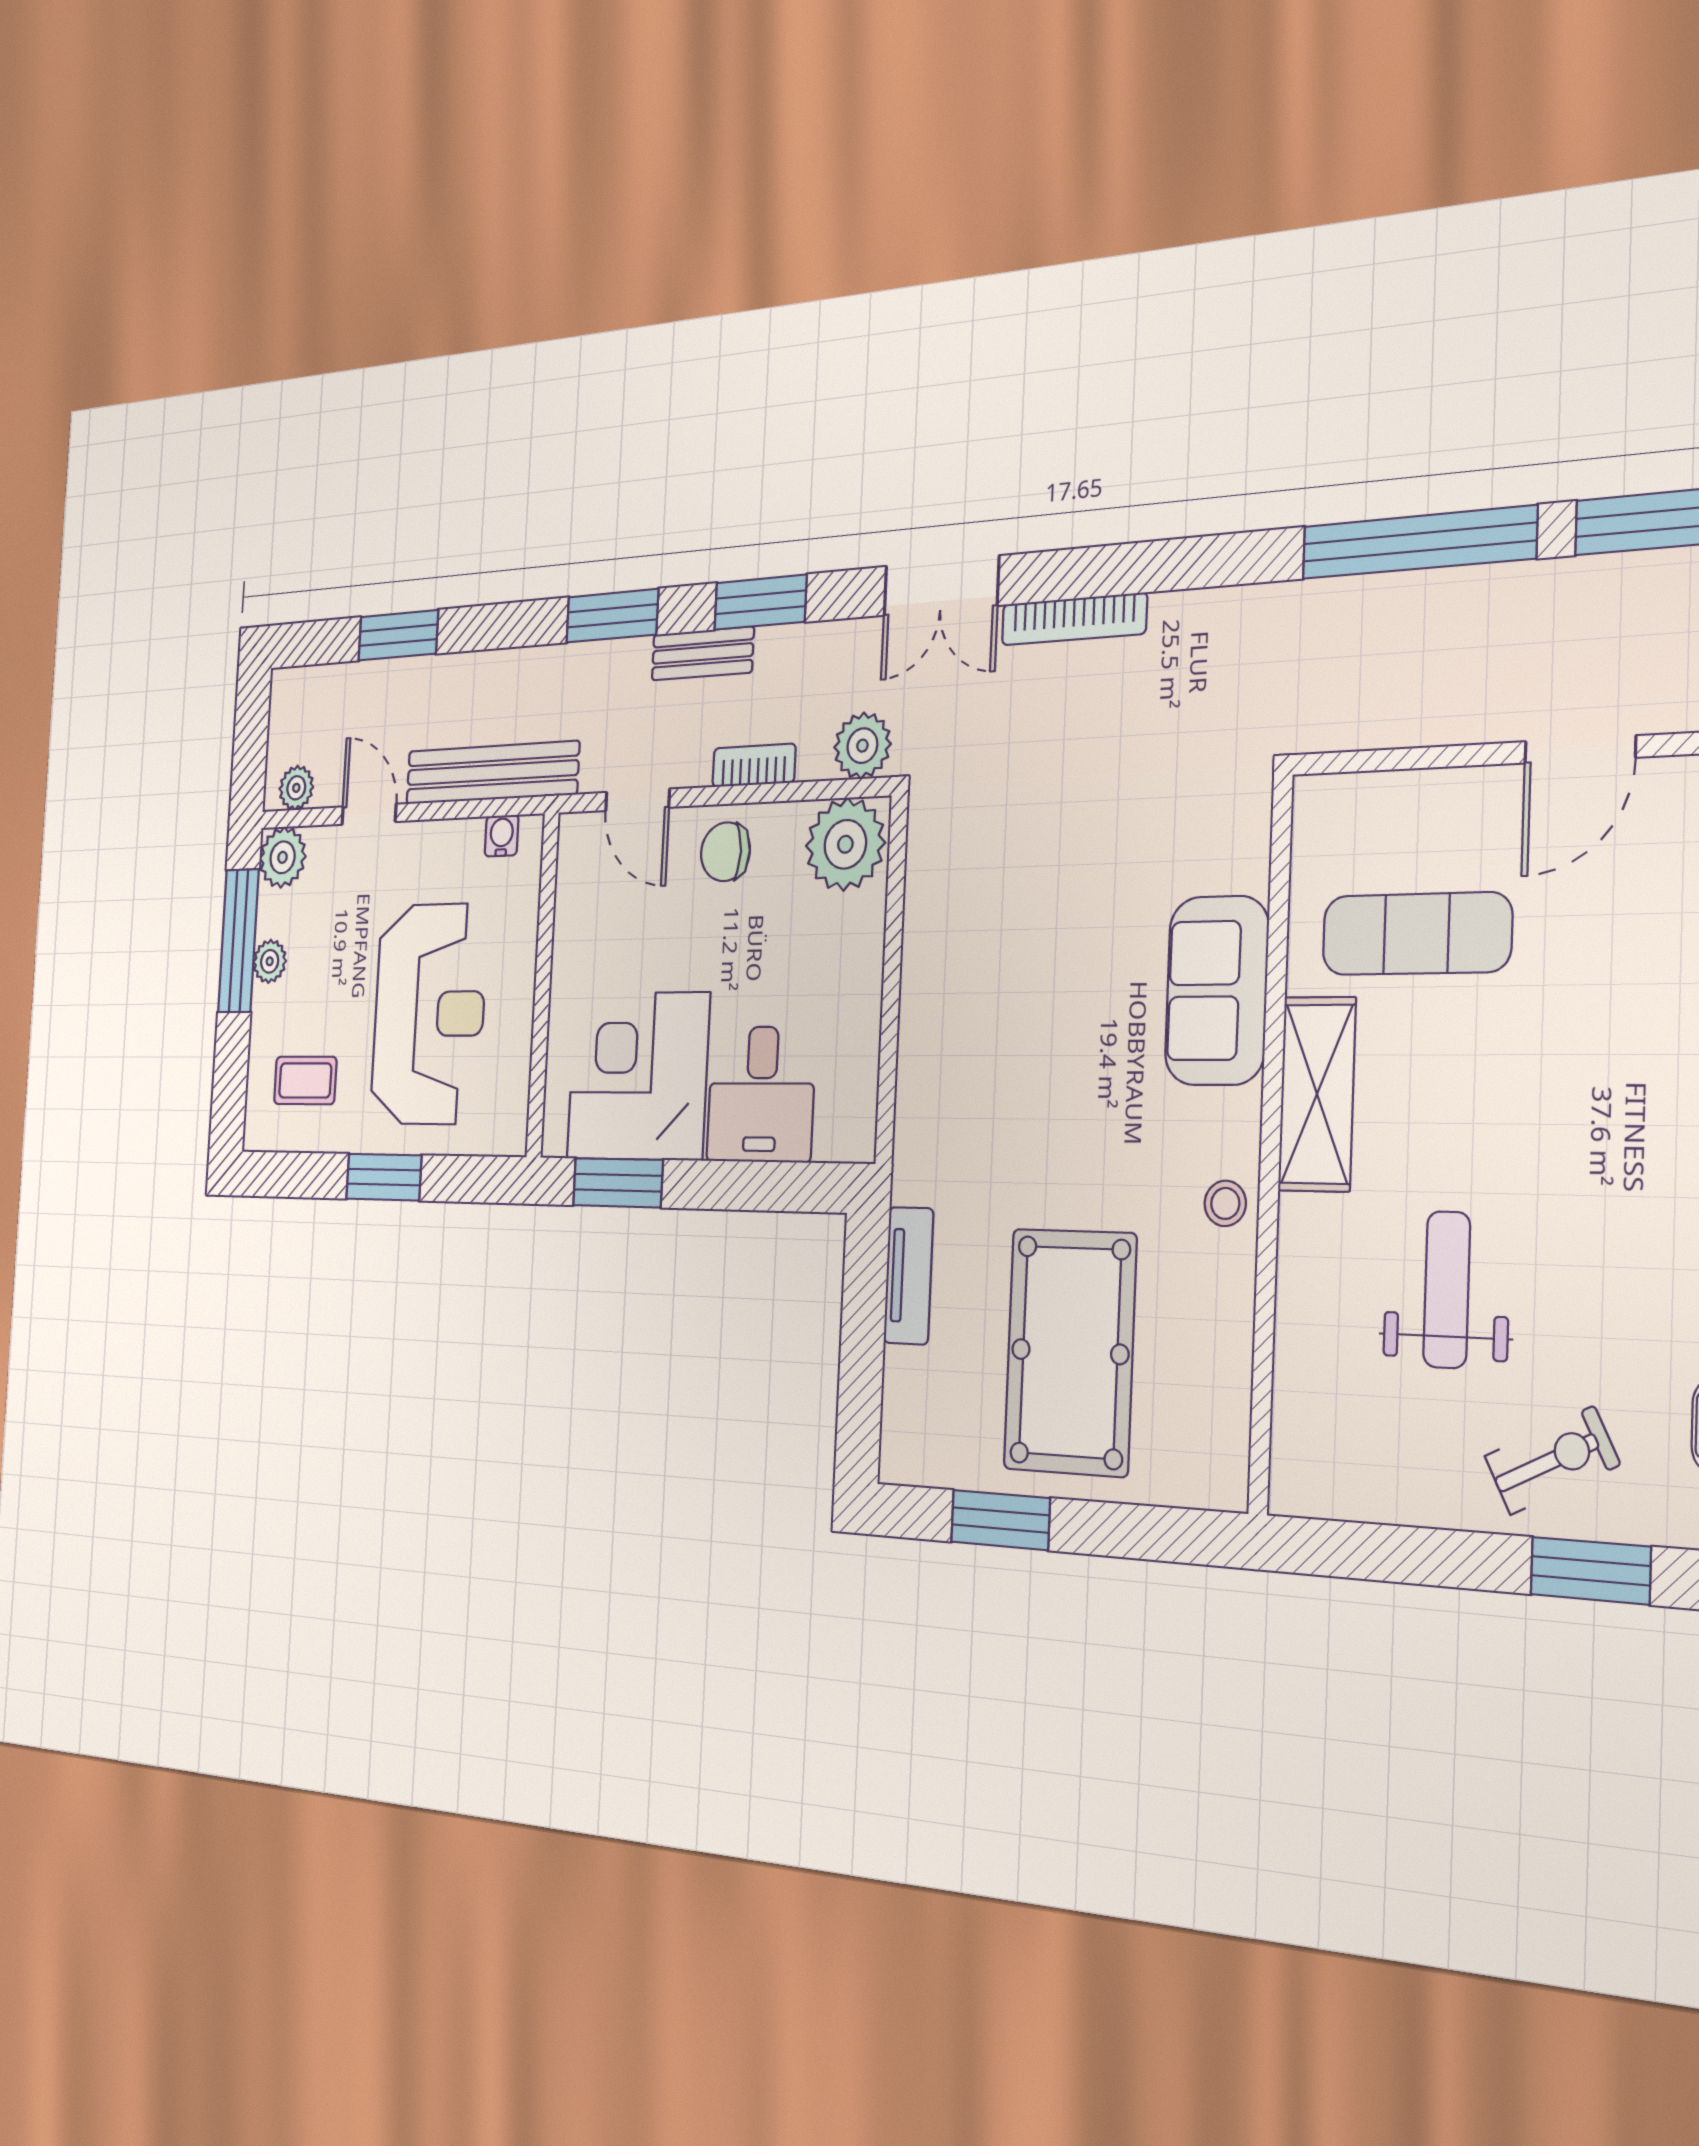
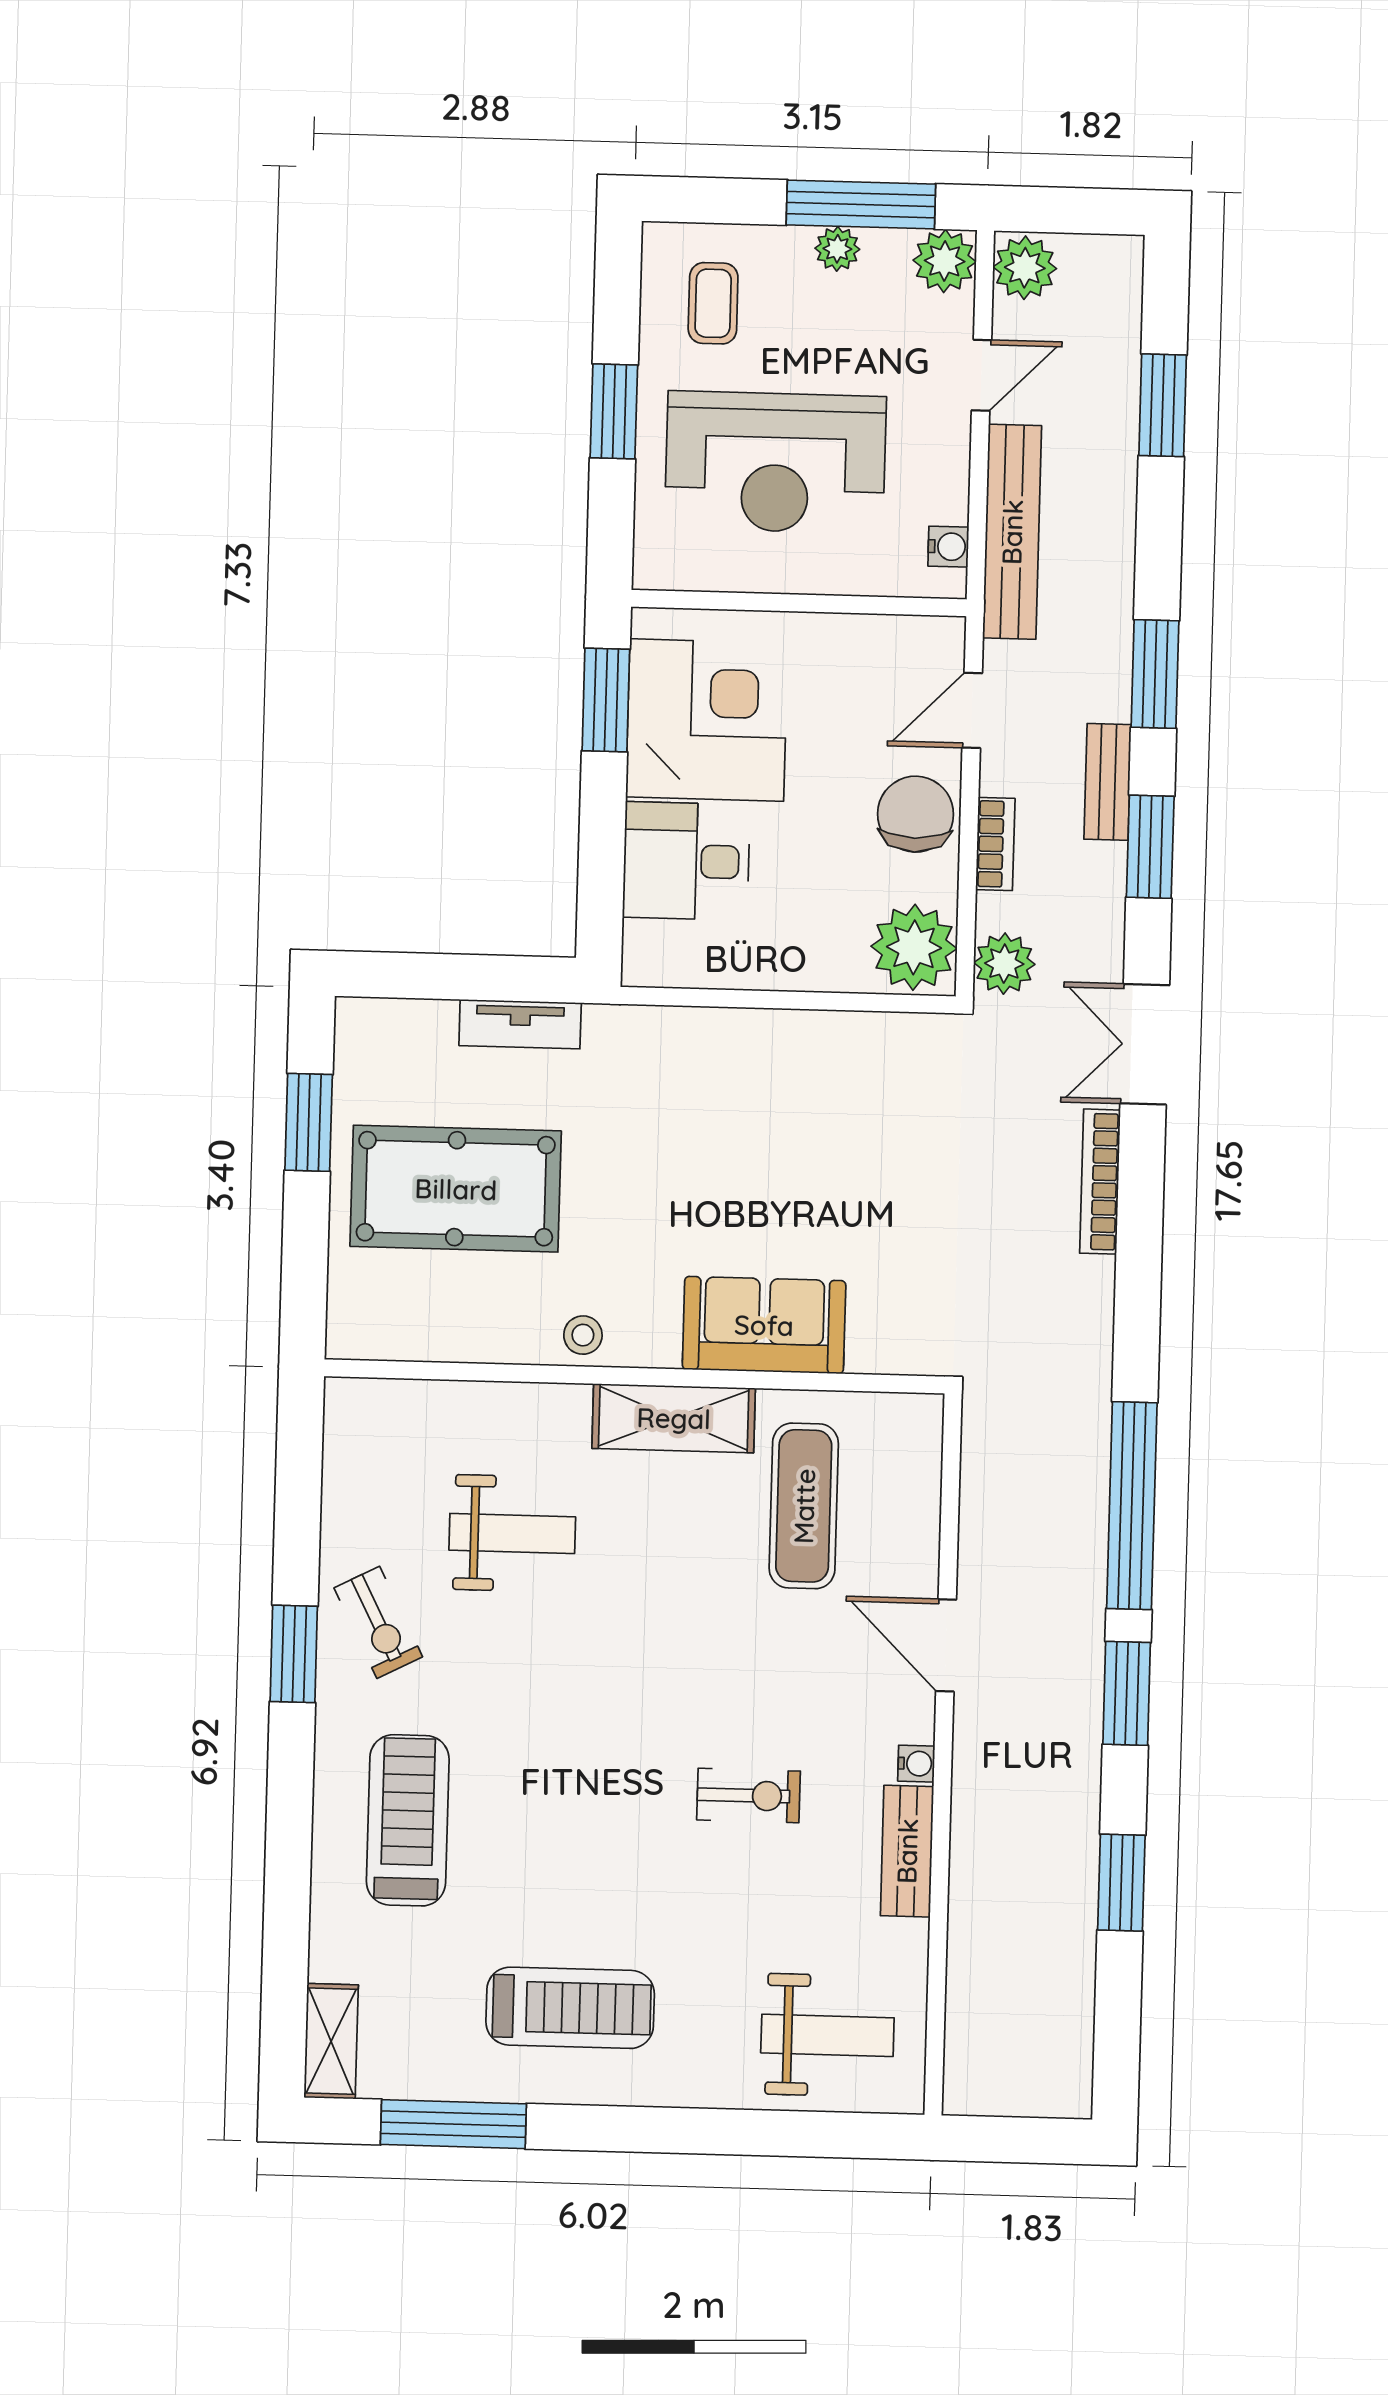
plant: (296, 788) -> (1025, 268), width x1.38, depth x1.38
chair: (725, 852) -> (916, 814), width x1.37, depth x1.37

